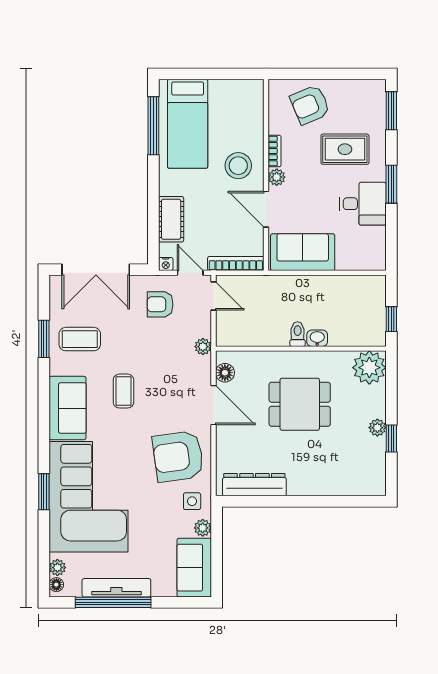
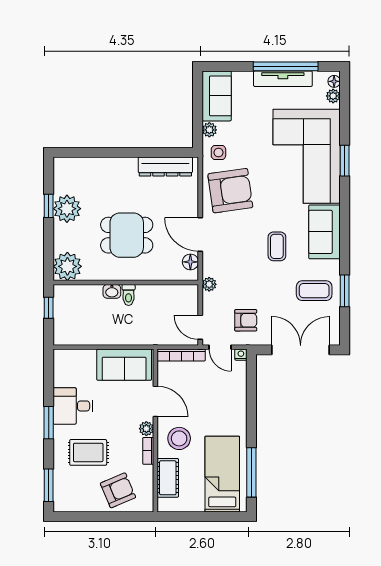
cot: (171, 219) -> (168, 478), moved
plant: (377, 428) -> (67, 209), width x1.87, depth x1.87

